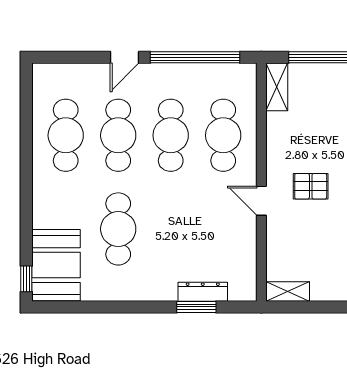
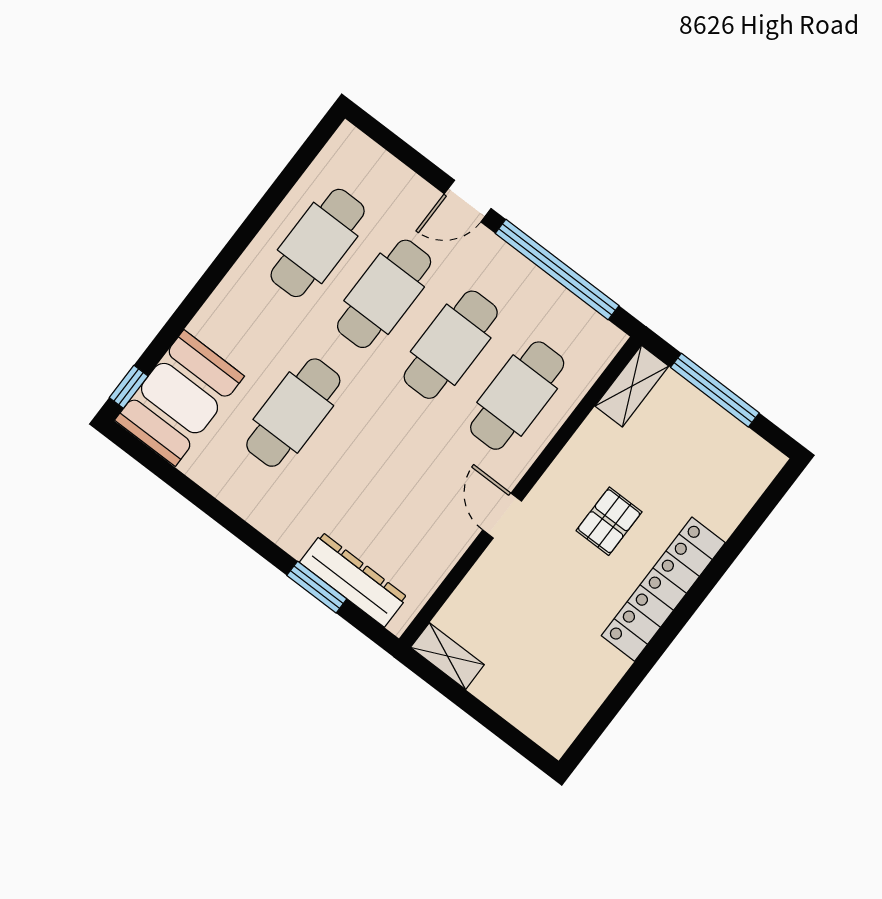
pallet: (311, 186) -> (609, 521), moved, turned 90
dresser: (203, 292) -> (353, 580), width x1.37, depth x1.24

